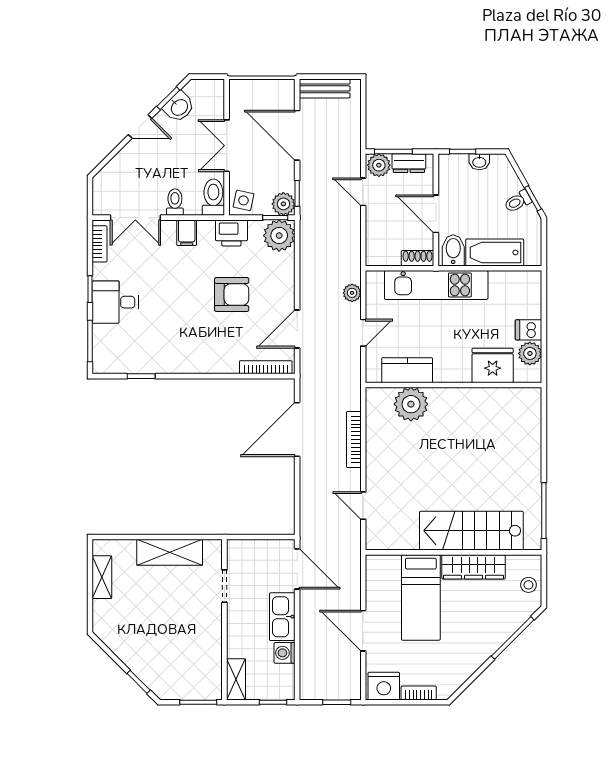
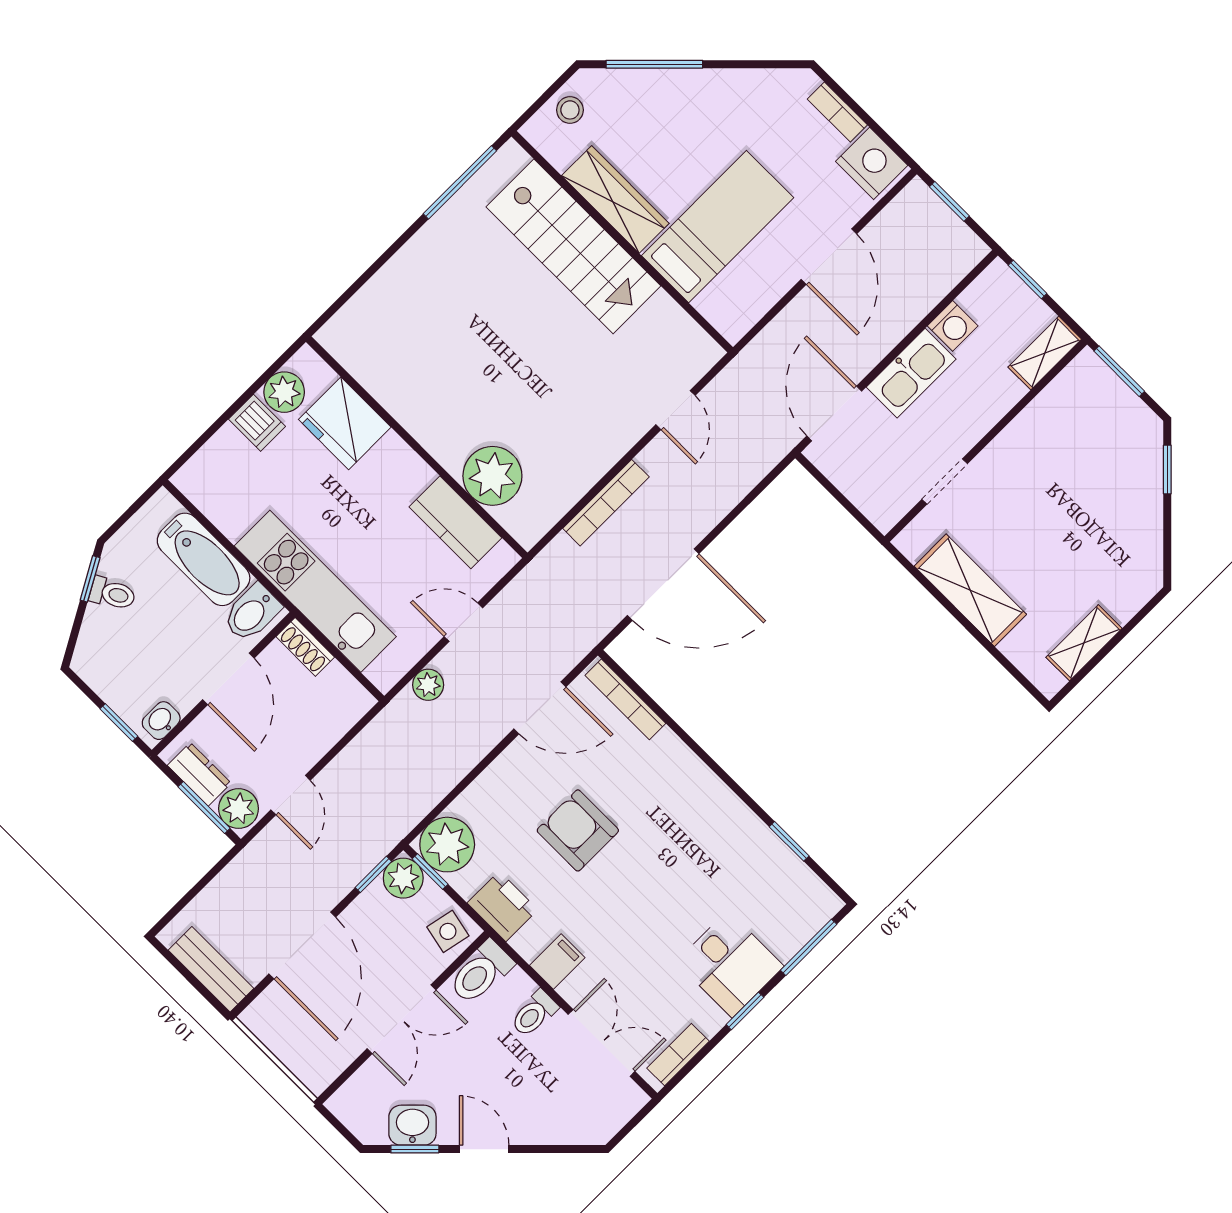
washbasin: (479, 162) -> (161, 721), moved, turned -90

